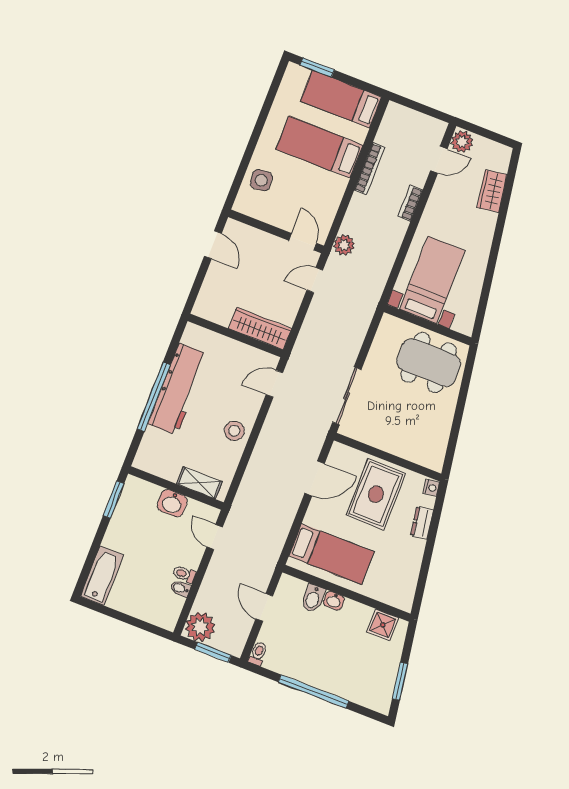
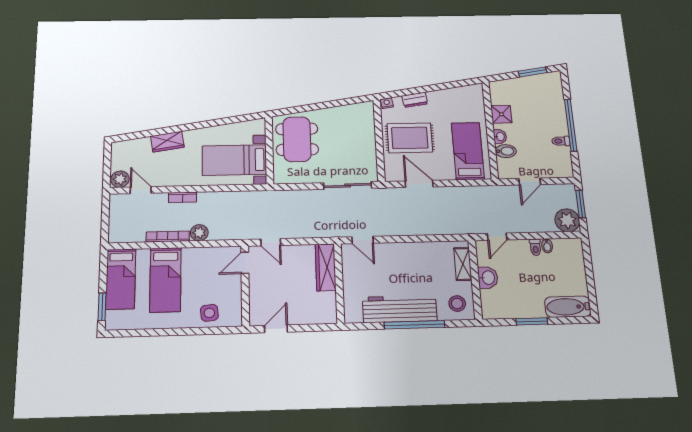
wardrobe: (492, 191) -> (167, 142), moved
plant: (344, 245) -> (199, 233), moved
stool: (234, 431) -> (457, 304), moved
window: (114, 500) -> (532, 321), moved
shower: (383, 625) -> (501, 114), moved
toilet: (258, 654) -> (561, 141), moved

